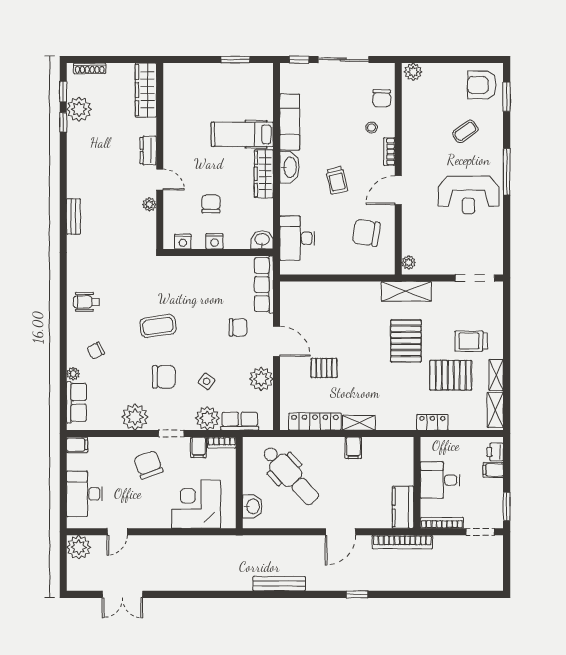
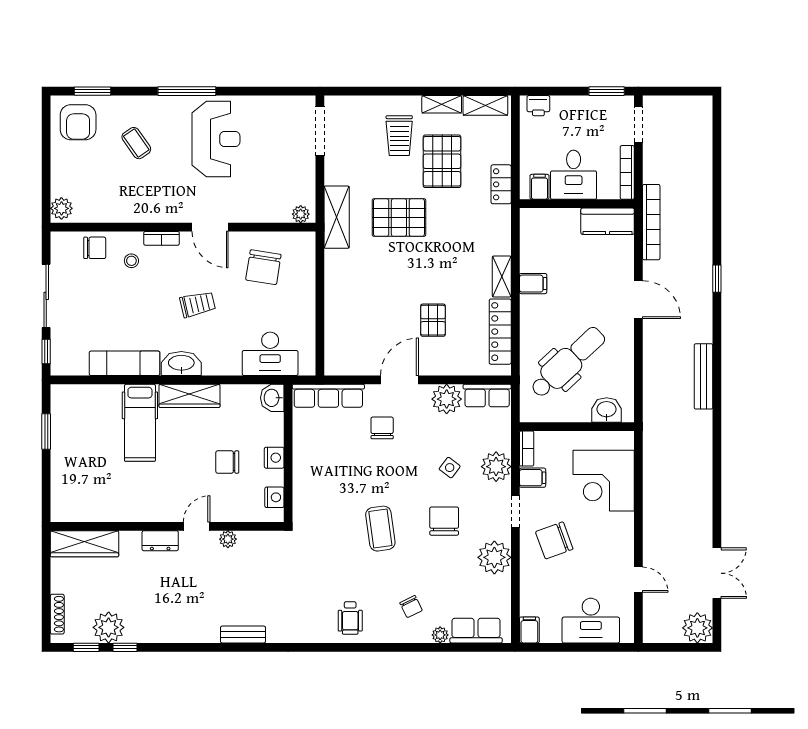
row of seats: (240, 421) -> (487, 396), moved, turned -90
filing cabinet: (493, 470) -> (539, 187), moved, turned 180
plant: (79, 547) -> (697, 628), moved

